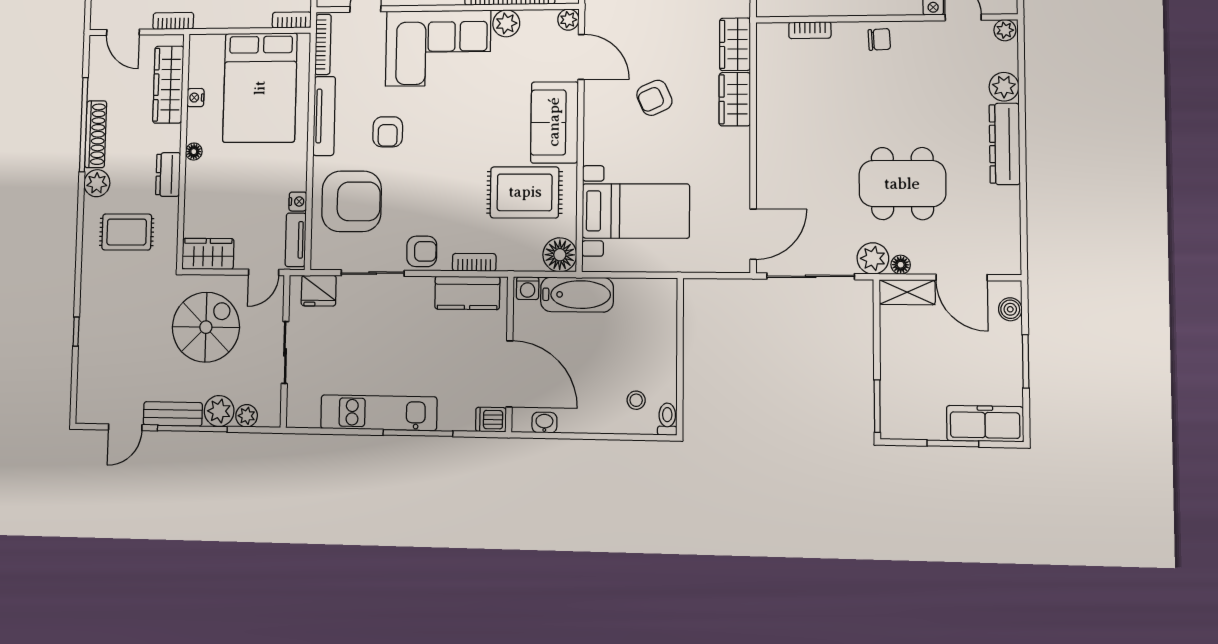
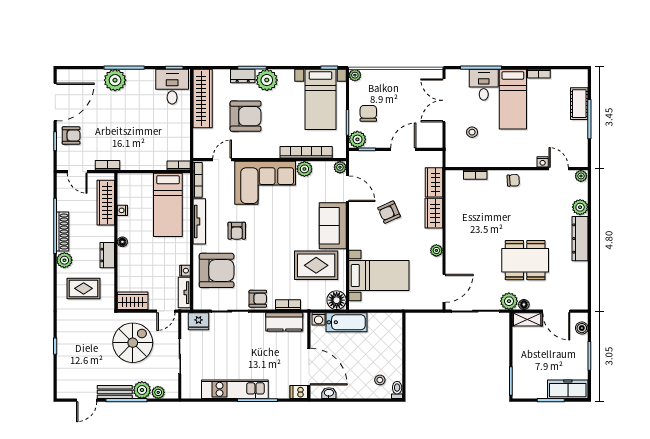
bed: (260, 88) -> (168, 205), width x0.67
plant: (739, 166) -> (436, 250), added

